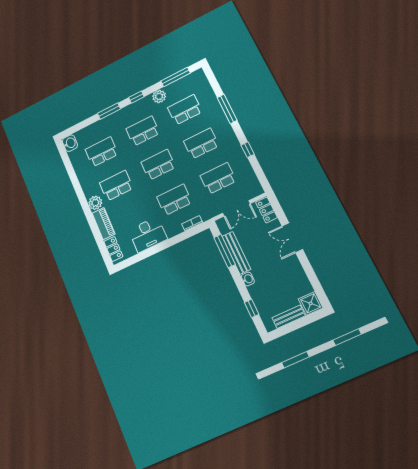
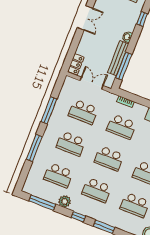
window: (248, 150) -> (49, 110), width x2.17
double door: (292, 238) -> (85, 18), moved

